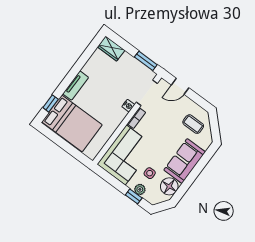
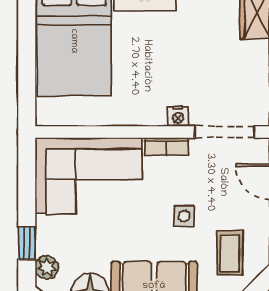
side table: (150, 173) -> (184, 216), moved
plant: (140, 189) -> (47, 268), moved

